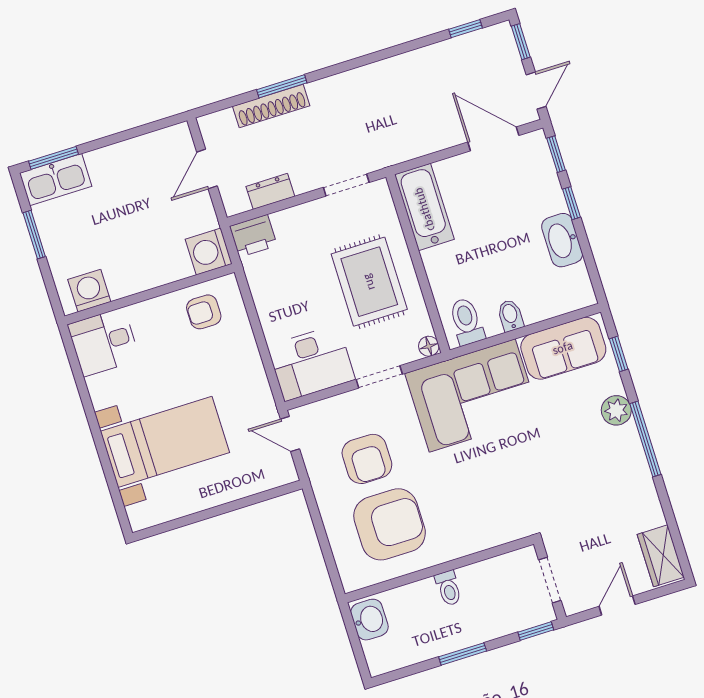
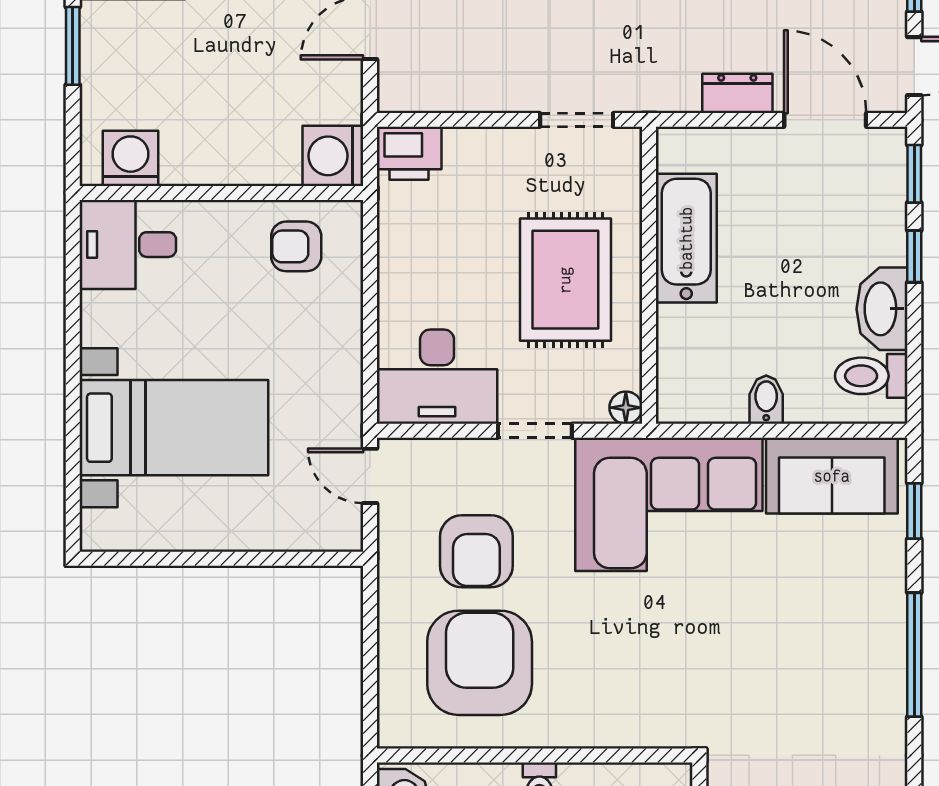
dresser: (270, 191) -> (737, 93), moved
bathtub: (424, 207) -> (686, 238), moved
toilet: (467, 321) -> (871, 376), moved, turned -90
plant: (616, 410) -> (883, 597), removed
armchair: (390, 524) -> (480, 663), turned -90

